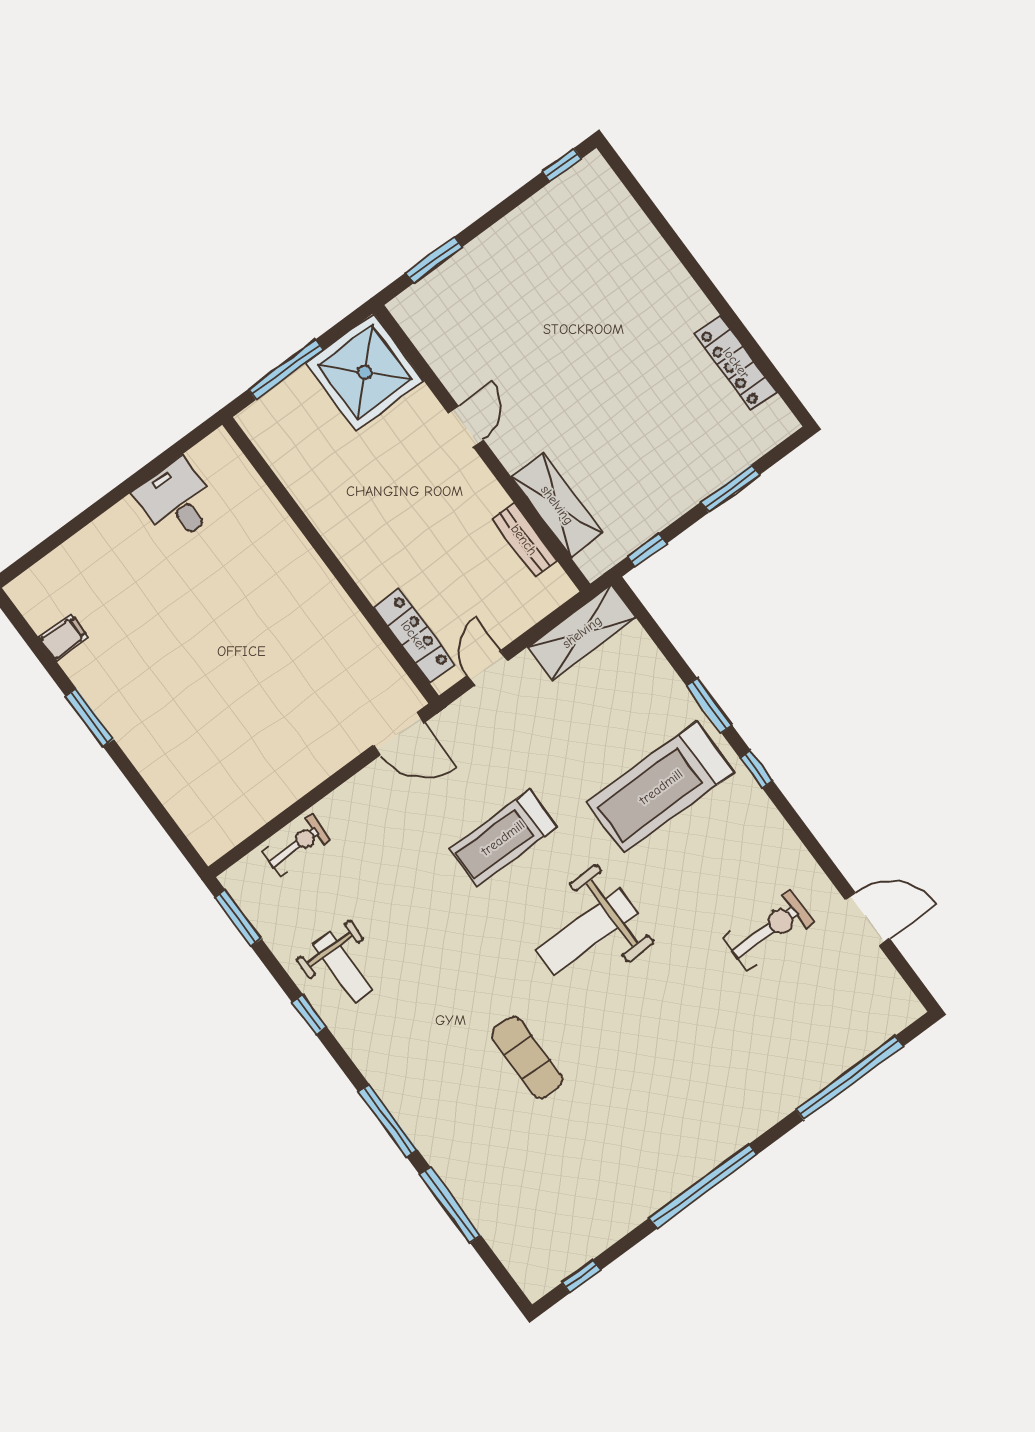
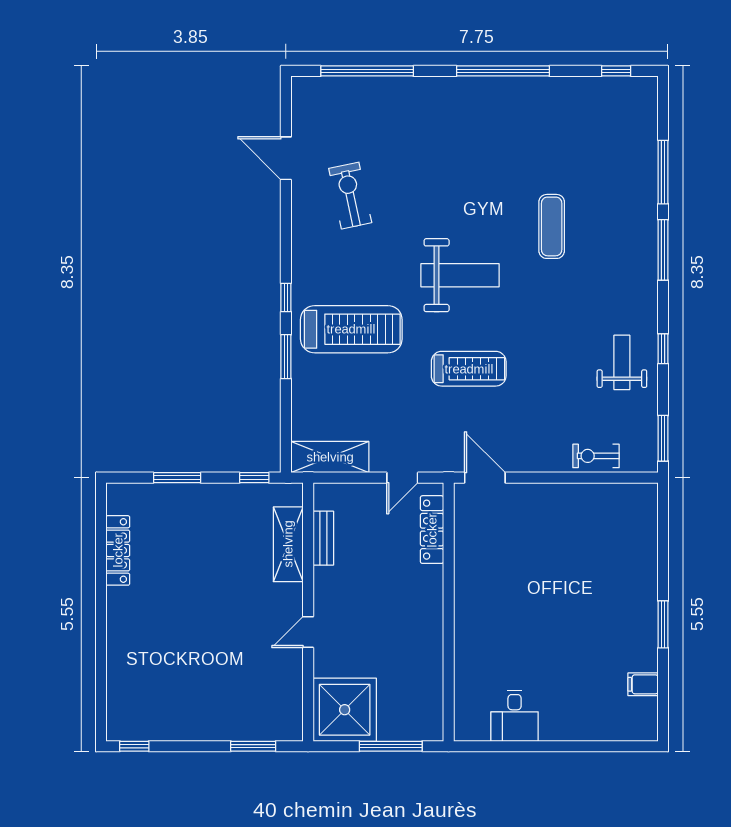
exercise bike: (768, 930) -> (350, 196), turned 78

